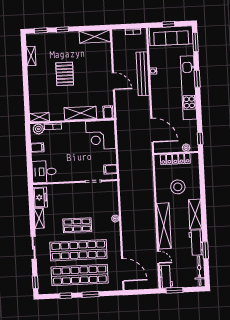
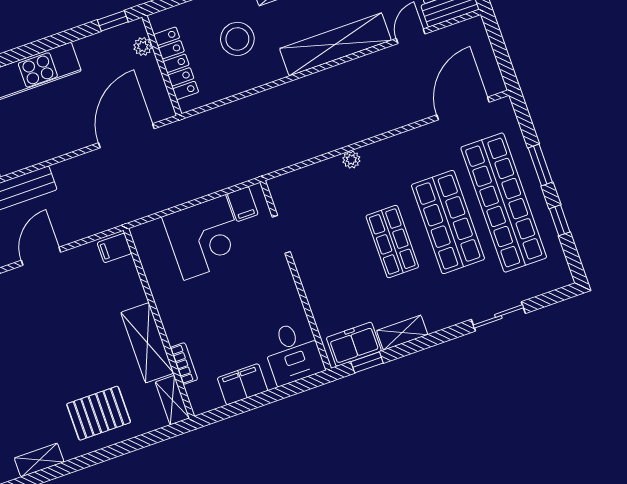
pallet: (65, 74) -> (99, 413), moved
shelving: (80, 113) -> (147, 343), moved
plant: (38, 129) -> (200, 394), removed
corner desk: (101, 135) -> (205, 237), moved
filing cabinet: (37, 148) -> (243, 384), width x2.00
sliding door: (34, 248) -> (498, 316), moved
shop shelf: (78, 250) -> (448, 222), width x0.71
window: (35, 282) -> (367, 362), moved

